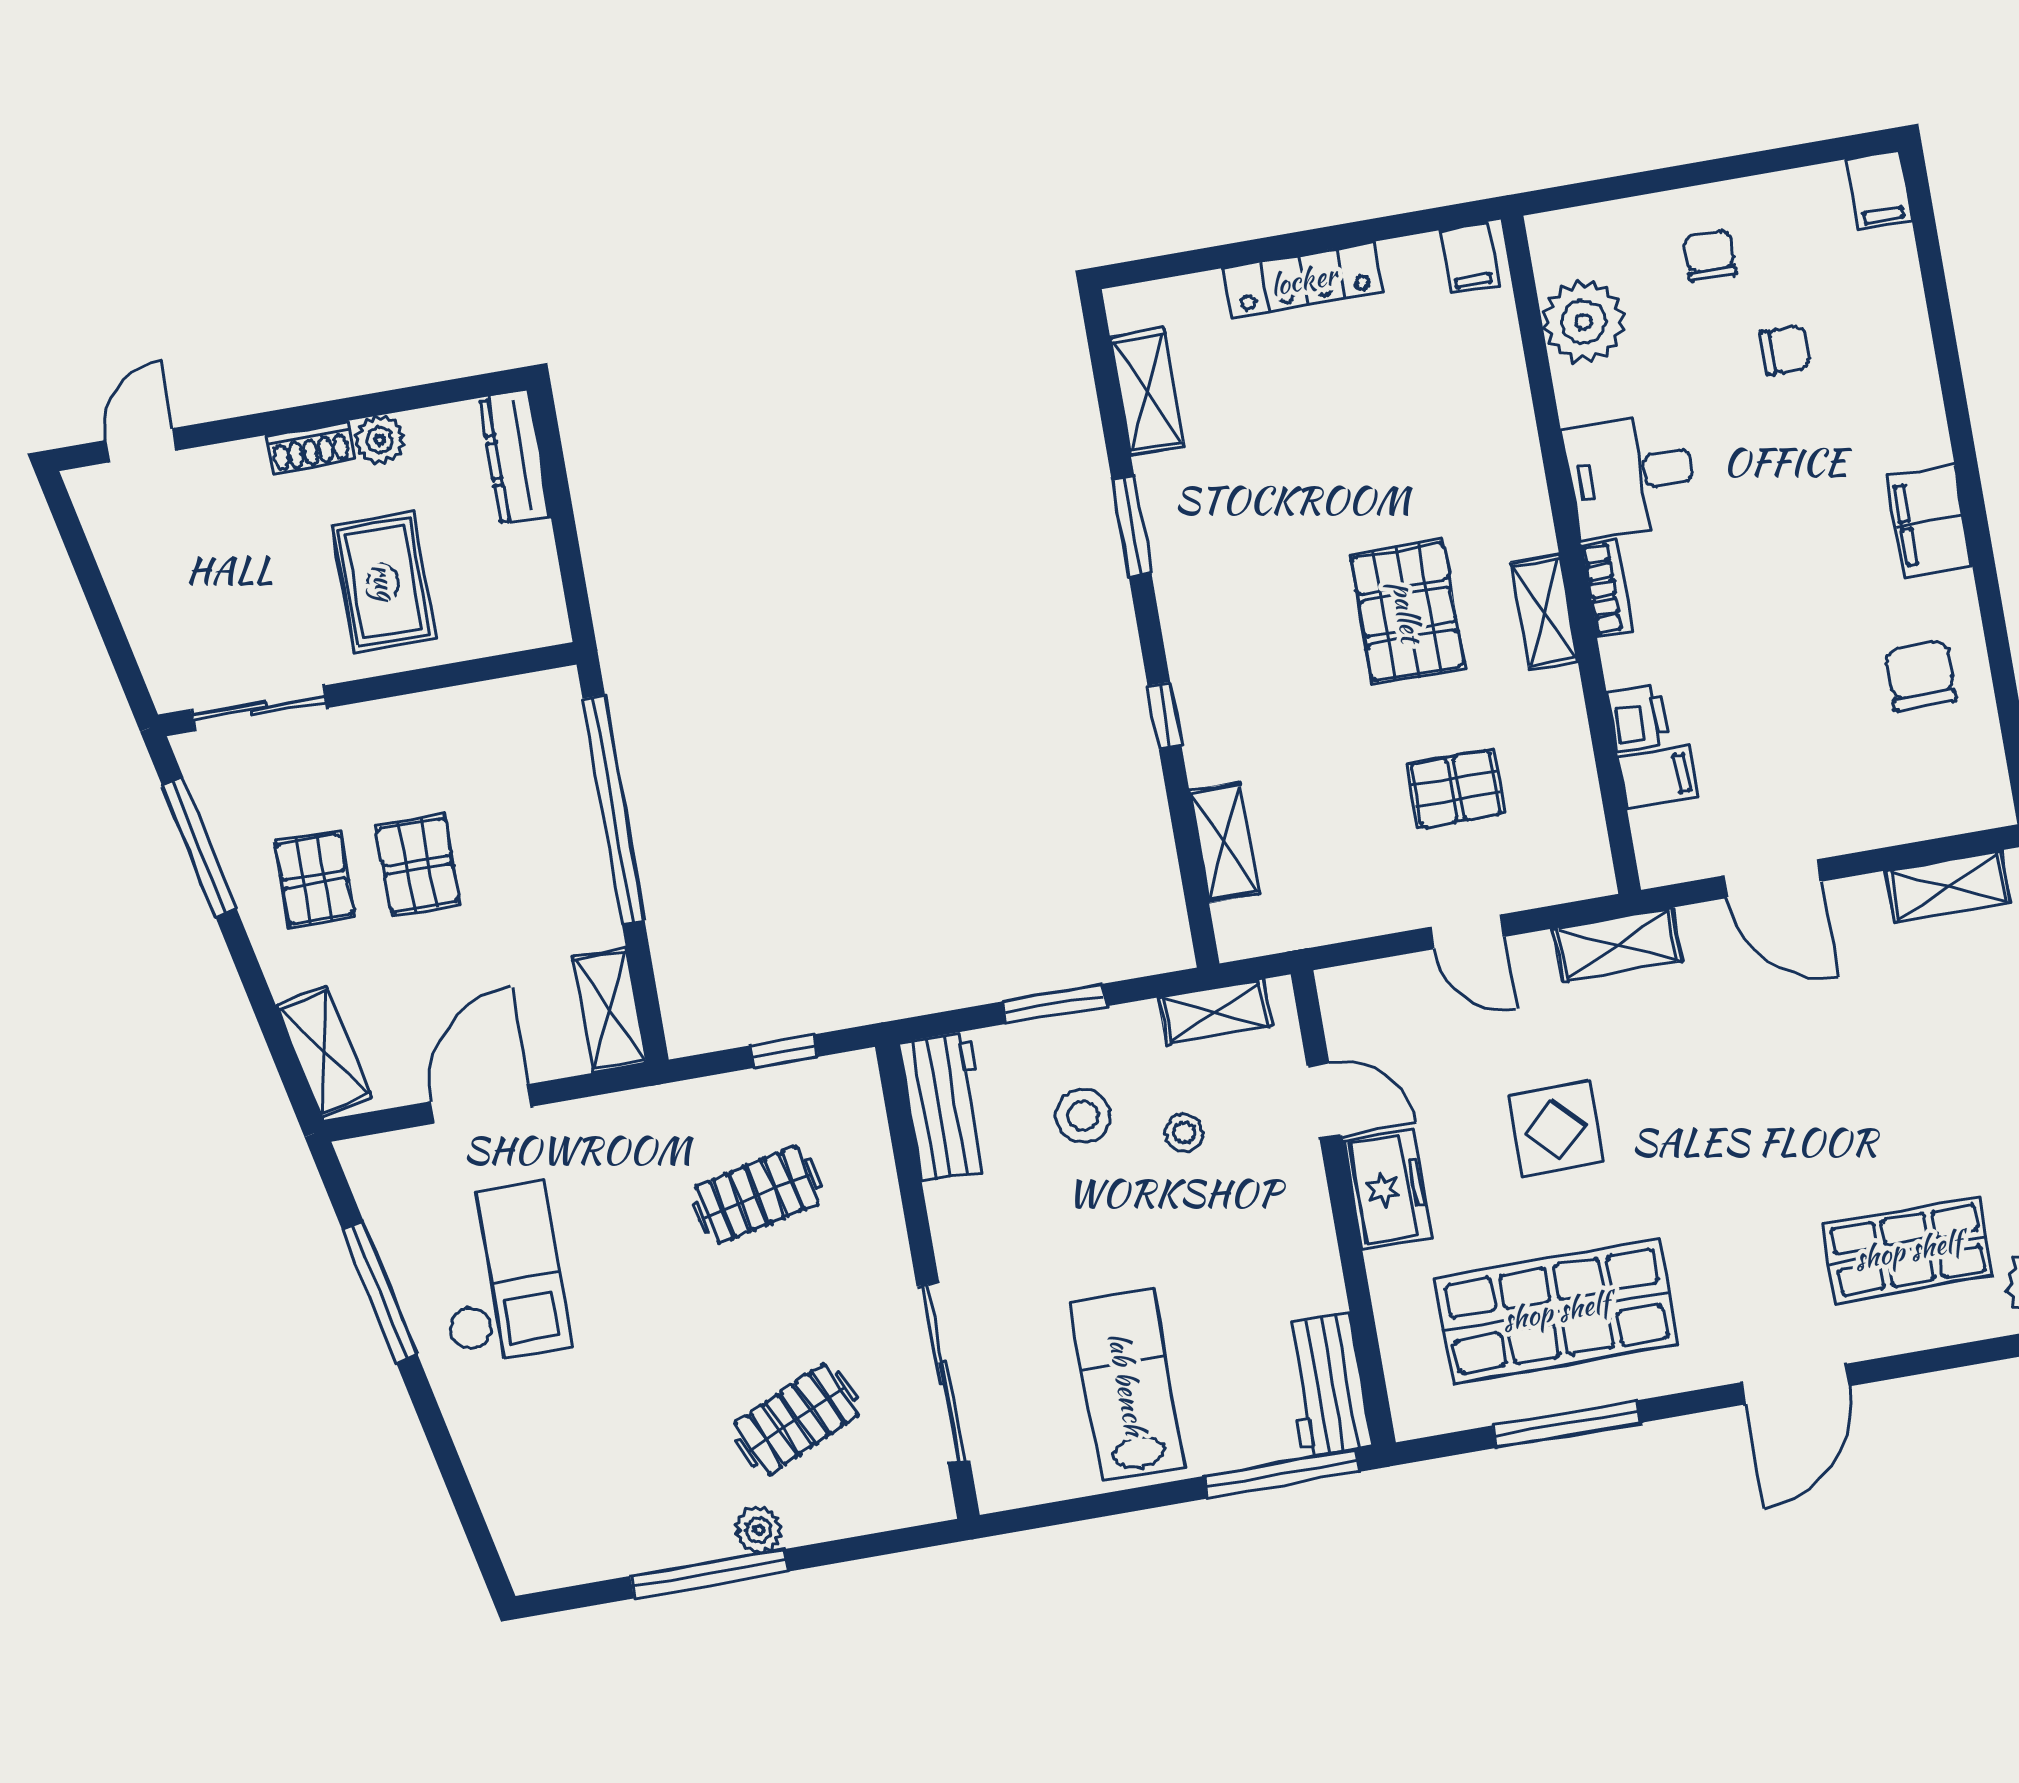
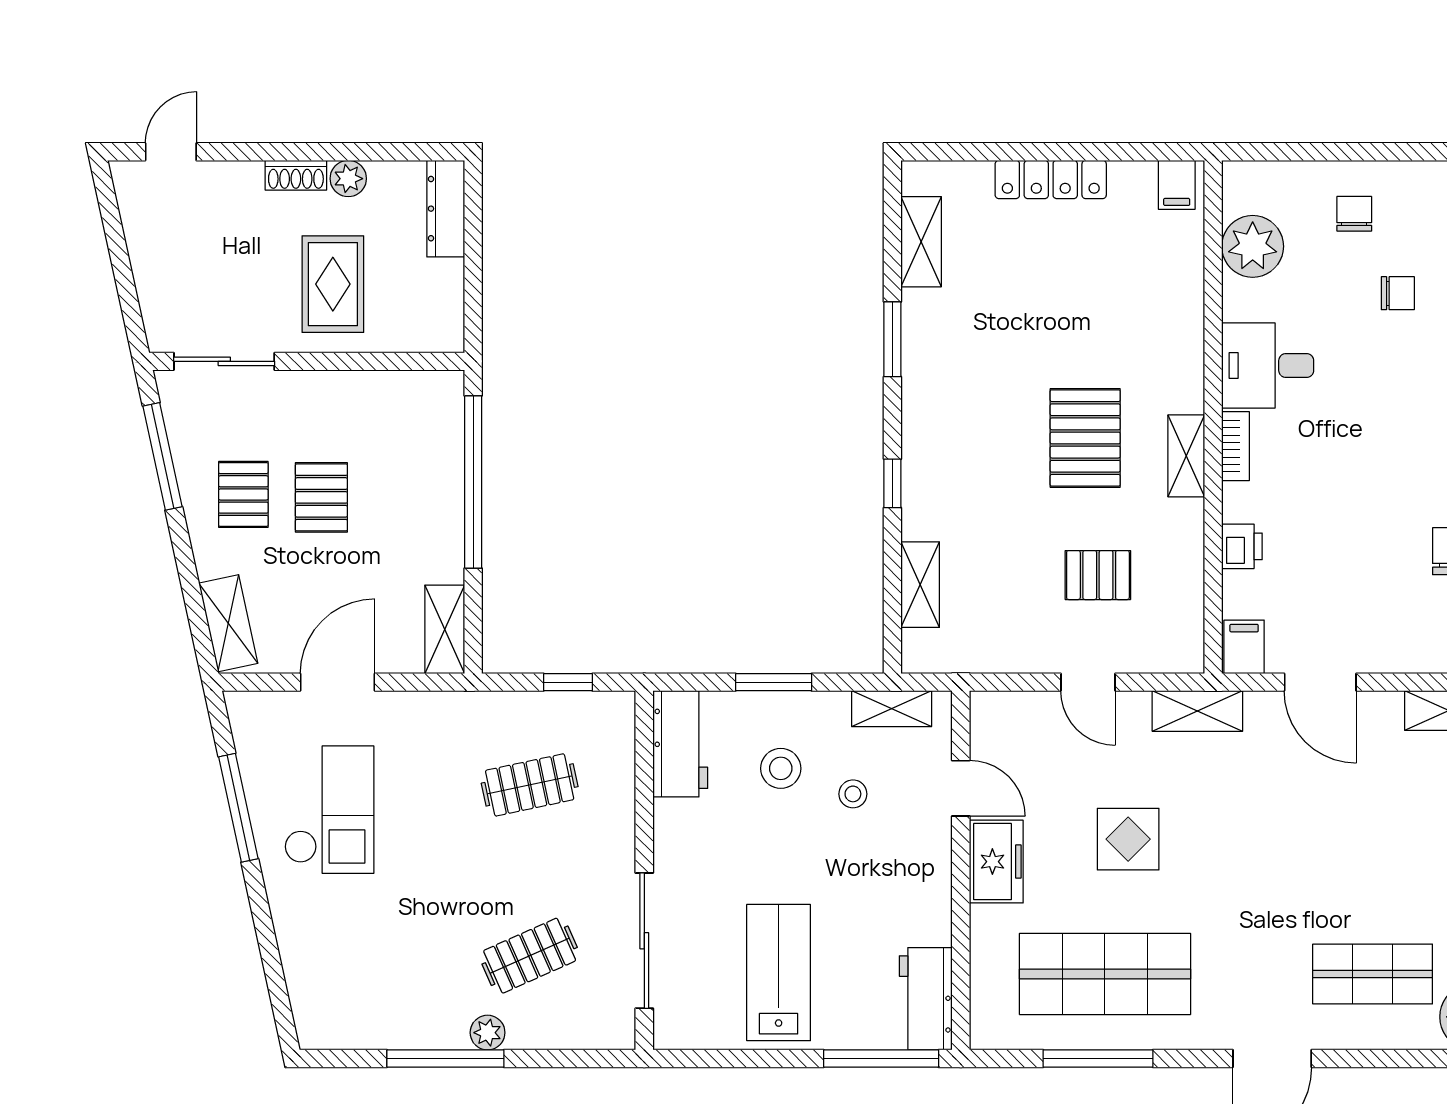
filing cabinet: (1657, 777) -> (1244, 647), moved, turned -90

